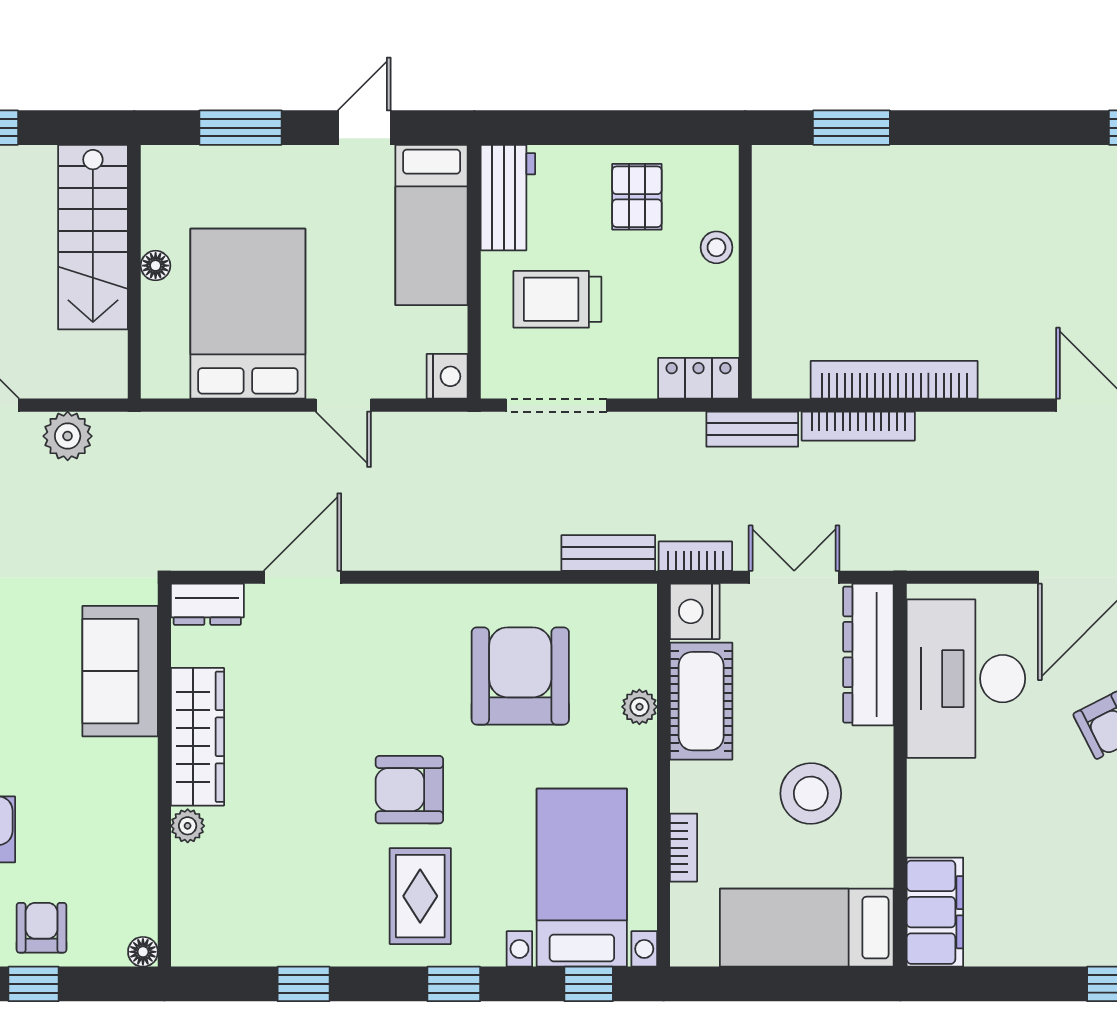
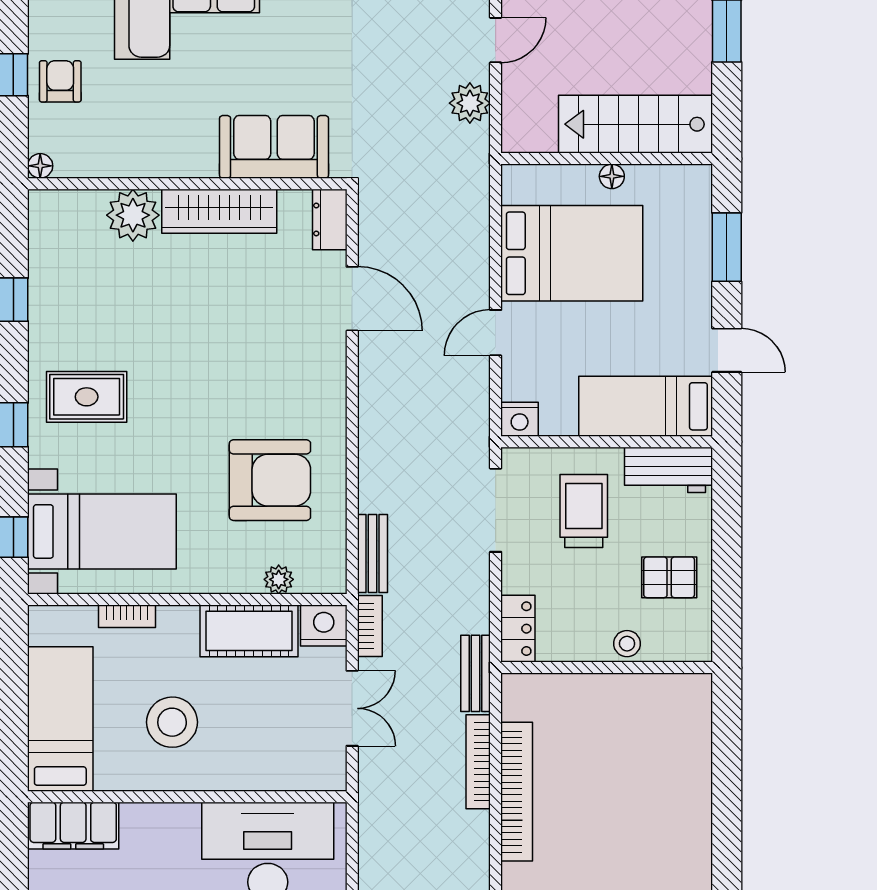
window: (851, 128) -> (727, 756), removed
dresser: (868, 655) -> (288, 770), removed
plant: (639, 707) -> (279, 579), moved
armchair: (409, 790) -> (175, 388), removed
plant: (188, 826) -> (133, 215), width x1.88, depth x1.88
armchair: (41, 928) -> (60, 81), turned -90

